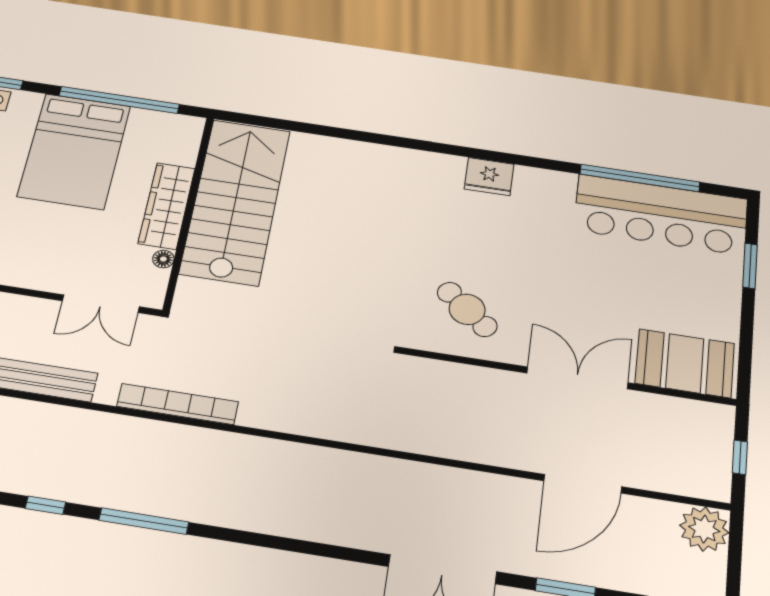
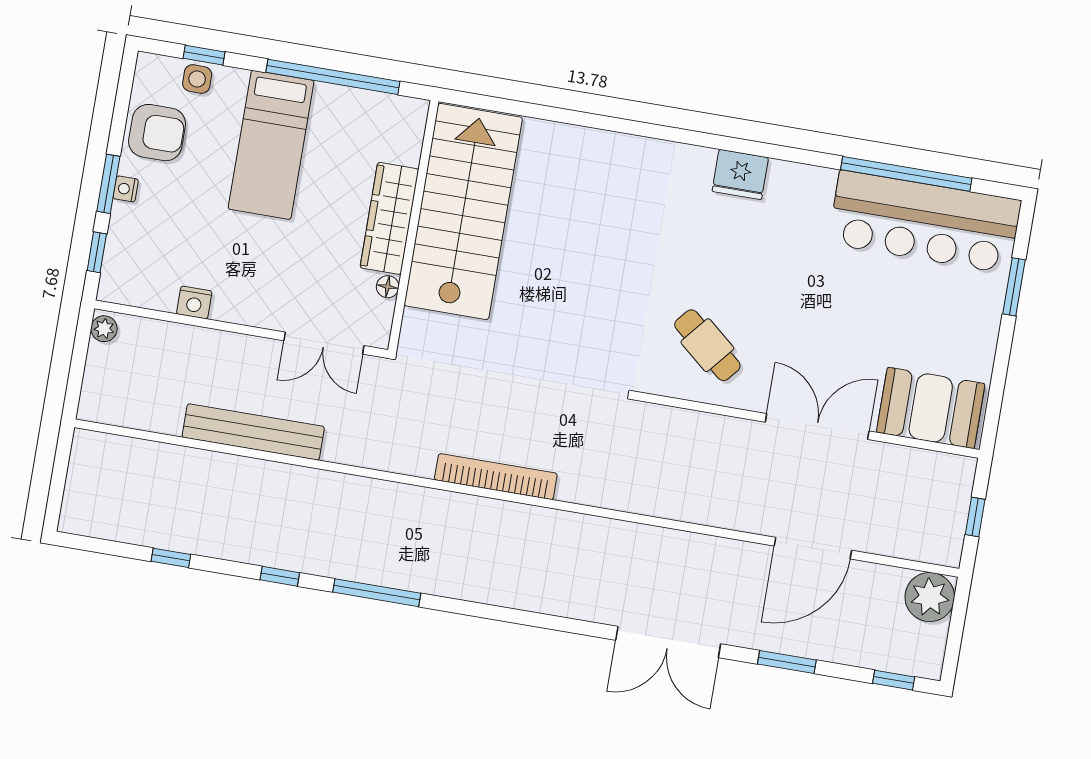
bed: (74, 151) -> (271, 145), width x0.67
bookcase: (178, 404) -> (496, 477), moved

